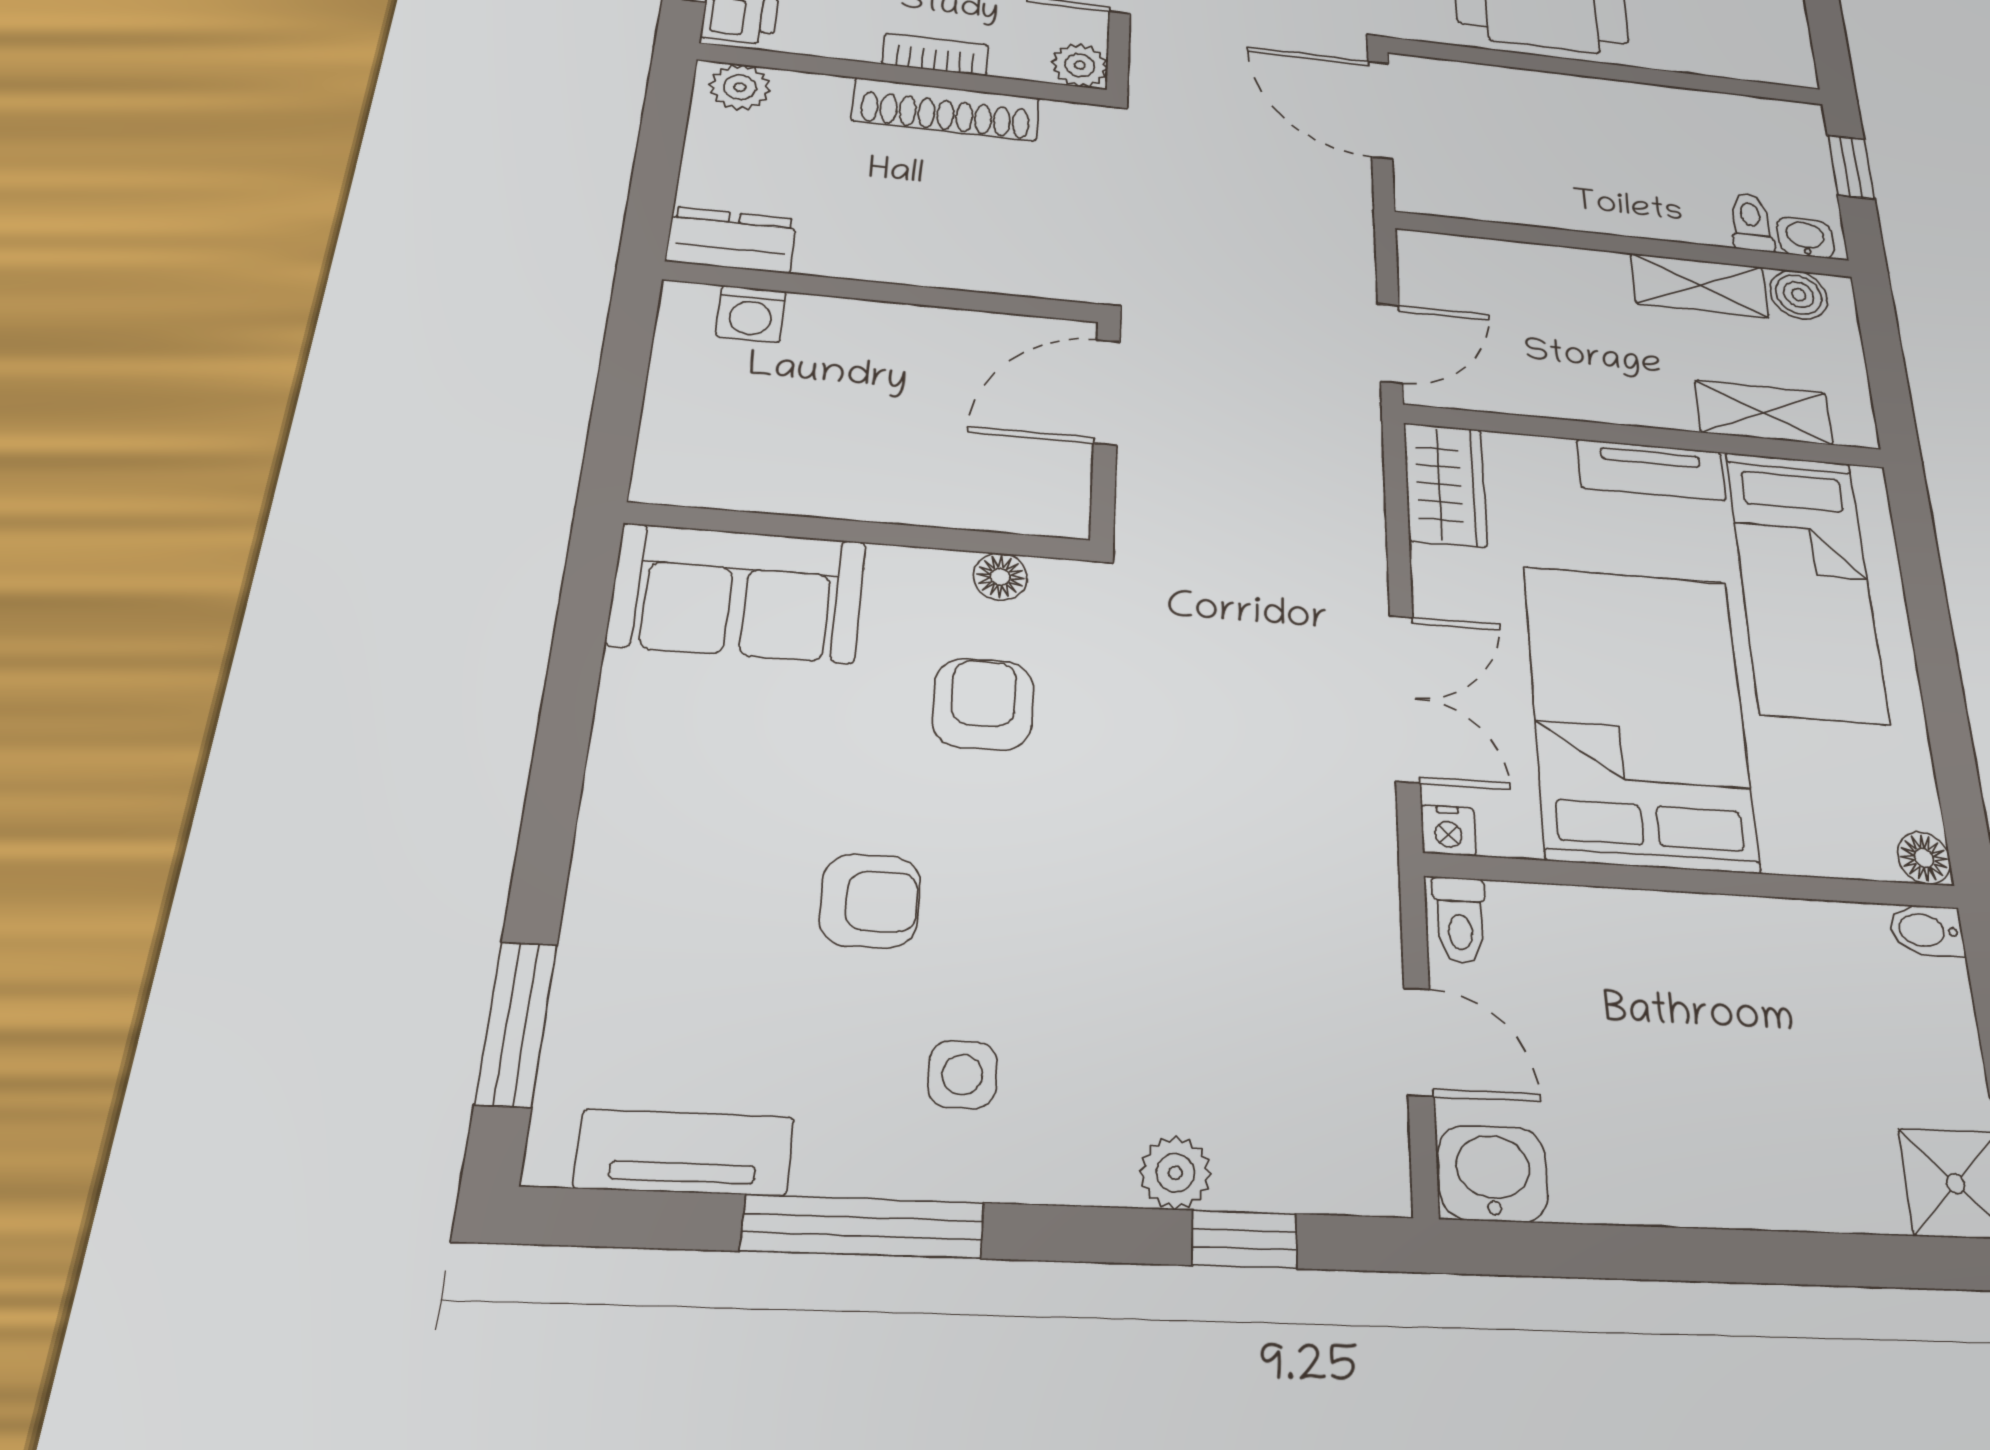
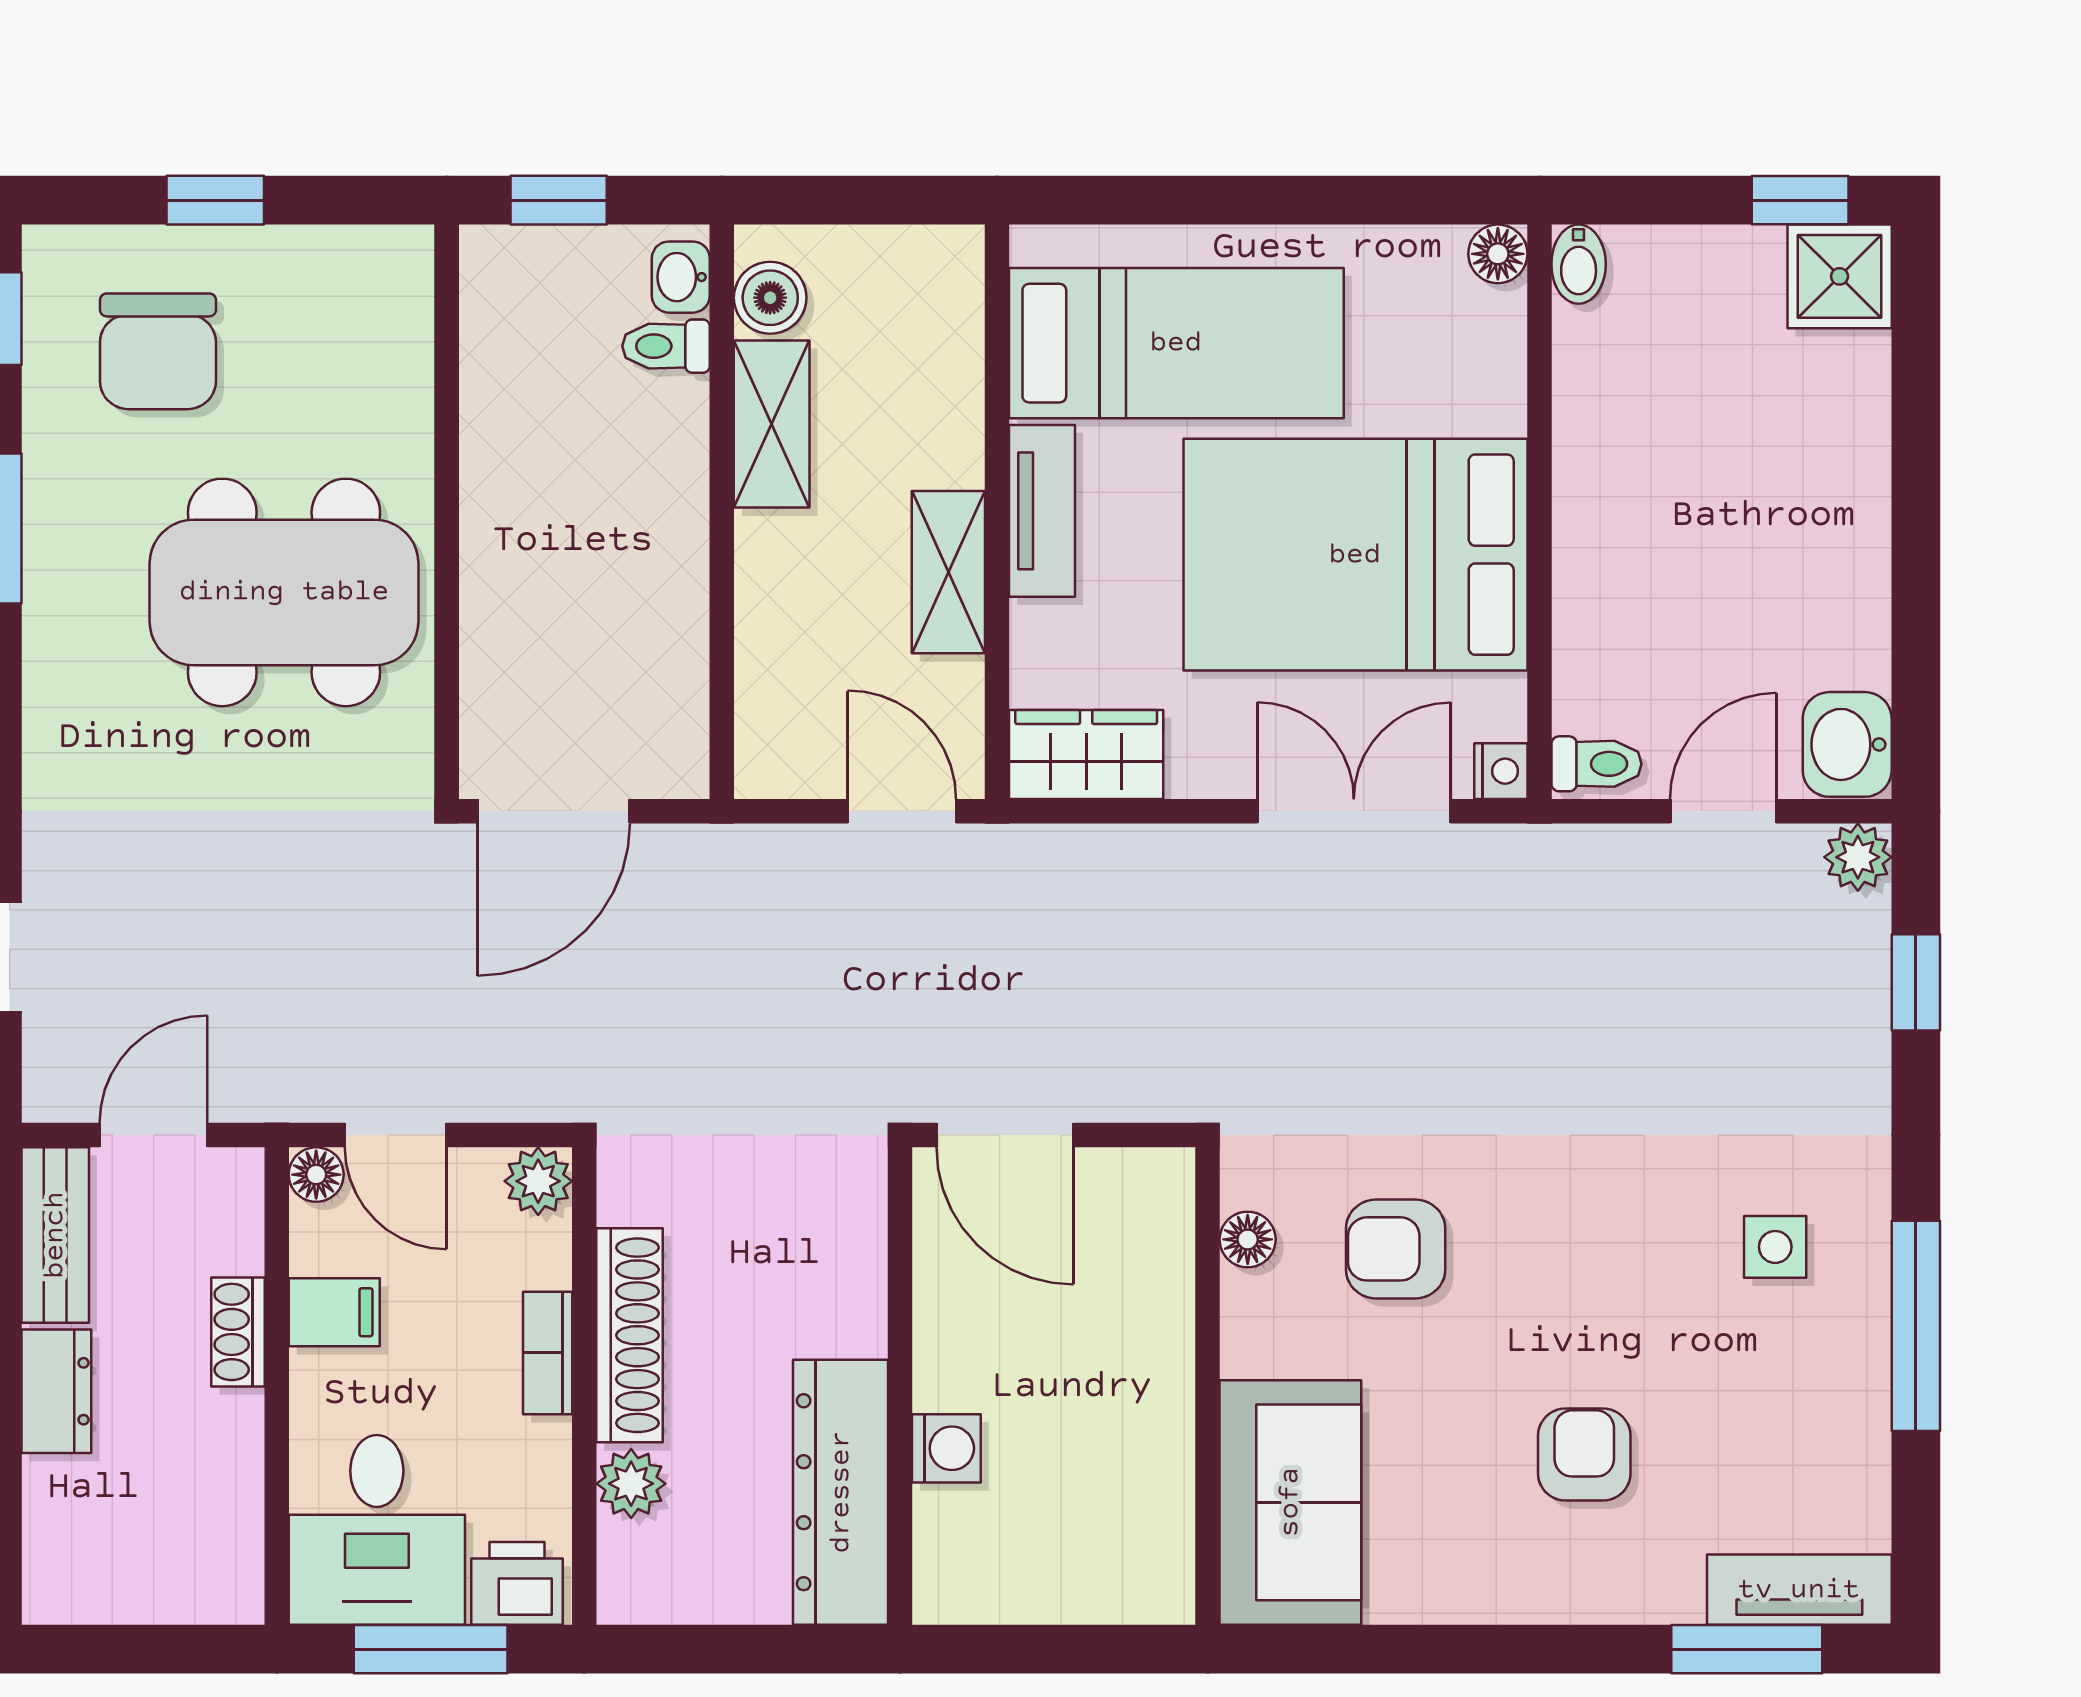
plant: (740, 87) -> (631, 1484), moved
dresser: (731, 240) -> (841, 1492), width x1.96, depth x1.24
washing machine: (751, 314) -> (946, 1448), moved
shelving: (1764, 413) -> (948, 572), moved
armchair: (870, 901) -> (1584, 1455), moved
tv unit: (685, 1152) -> (1799, 1590), moved, turned 90
plant: (1175, 1173) -> (1858, 857), moved

